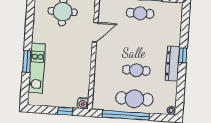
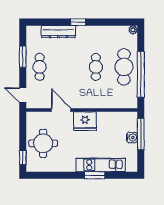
fridge: (82, 55) -> (85, 121), added
dresser: (173, 64) -> (58, 32), moved
water cooler: (83, 103) -> (132, 137), moved
window: (65, 111) -> (141, 134), width x2.17

